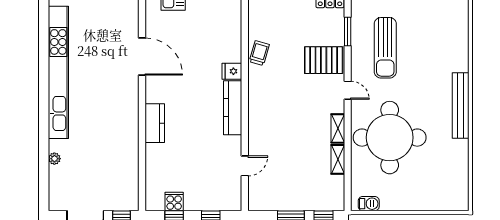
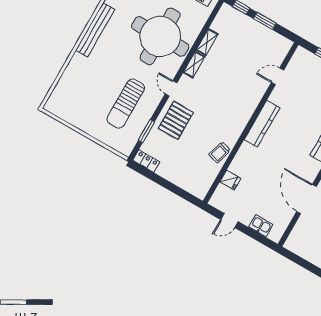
sun lounger: (385, 48) -> (126, 104), turned 180
pallet: (324, 60) -> (176, 120), turned 90
fridge: (232, 71) -> (230, 180), moved

